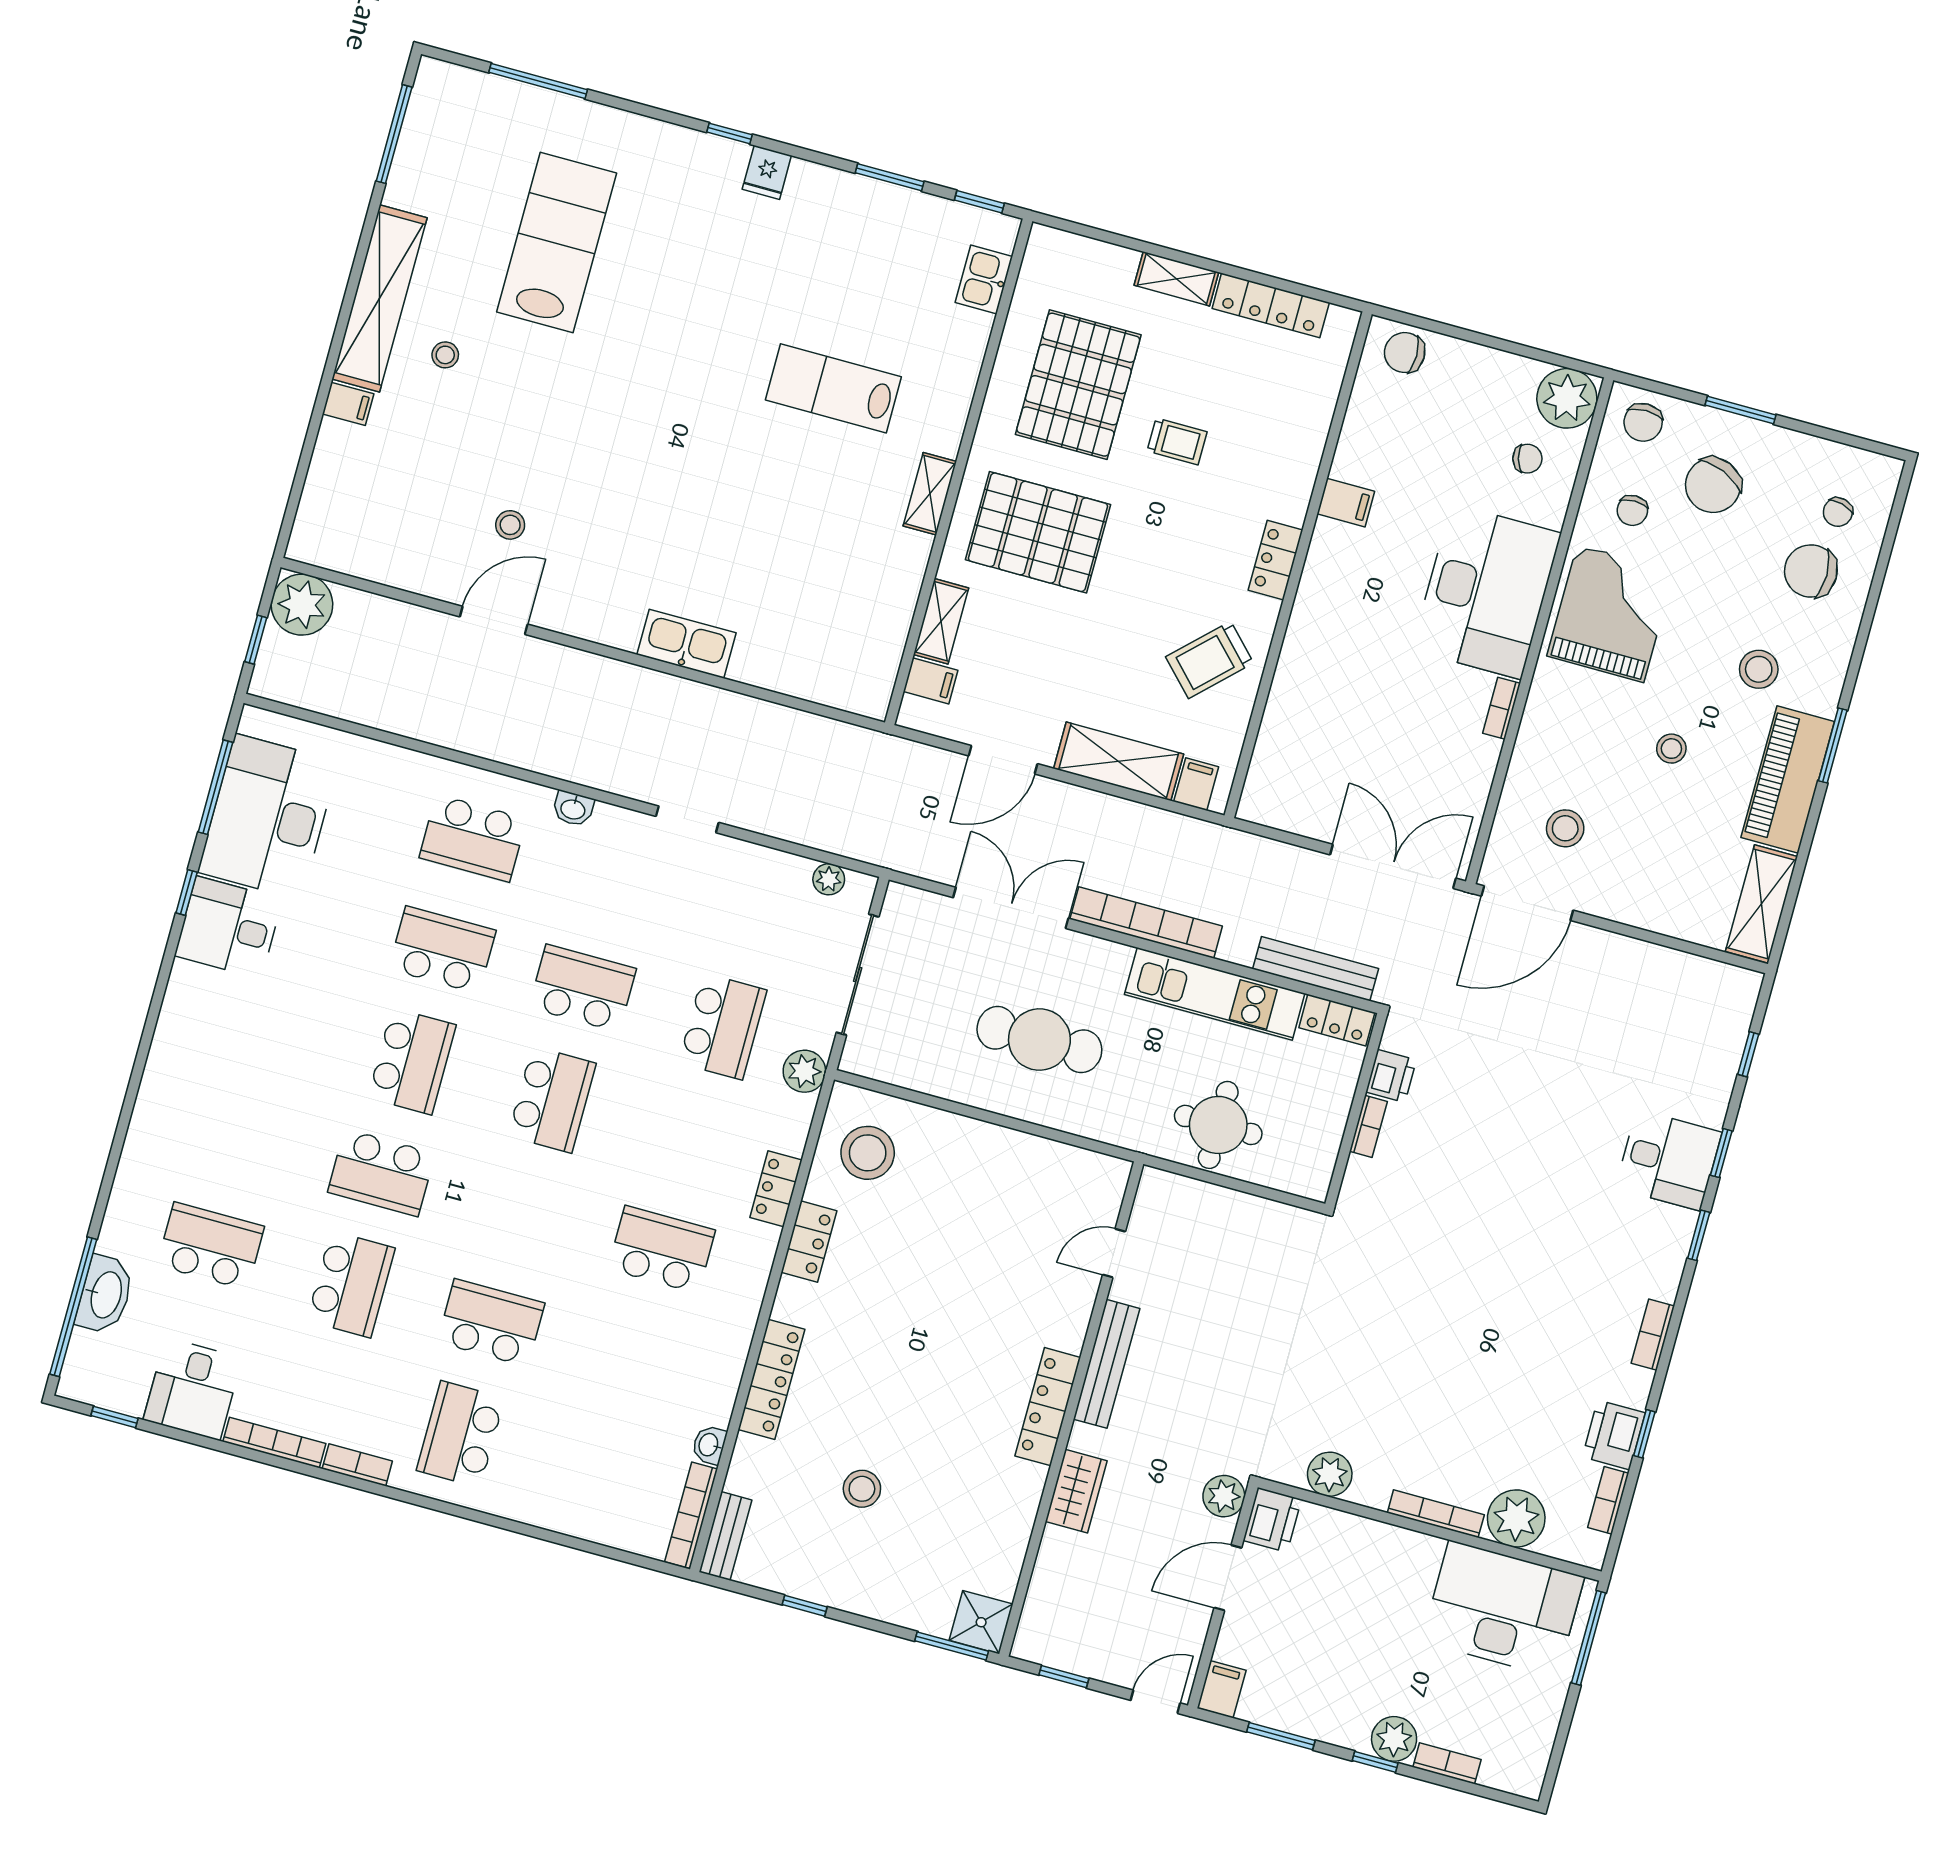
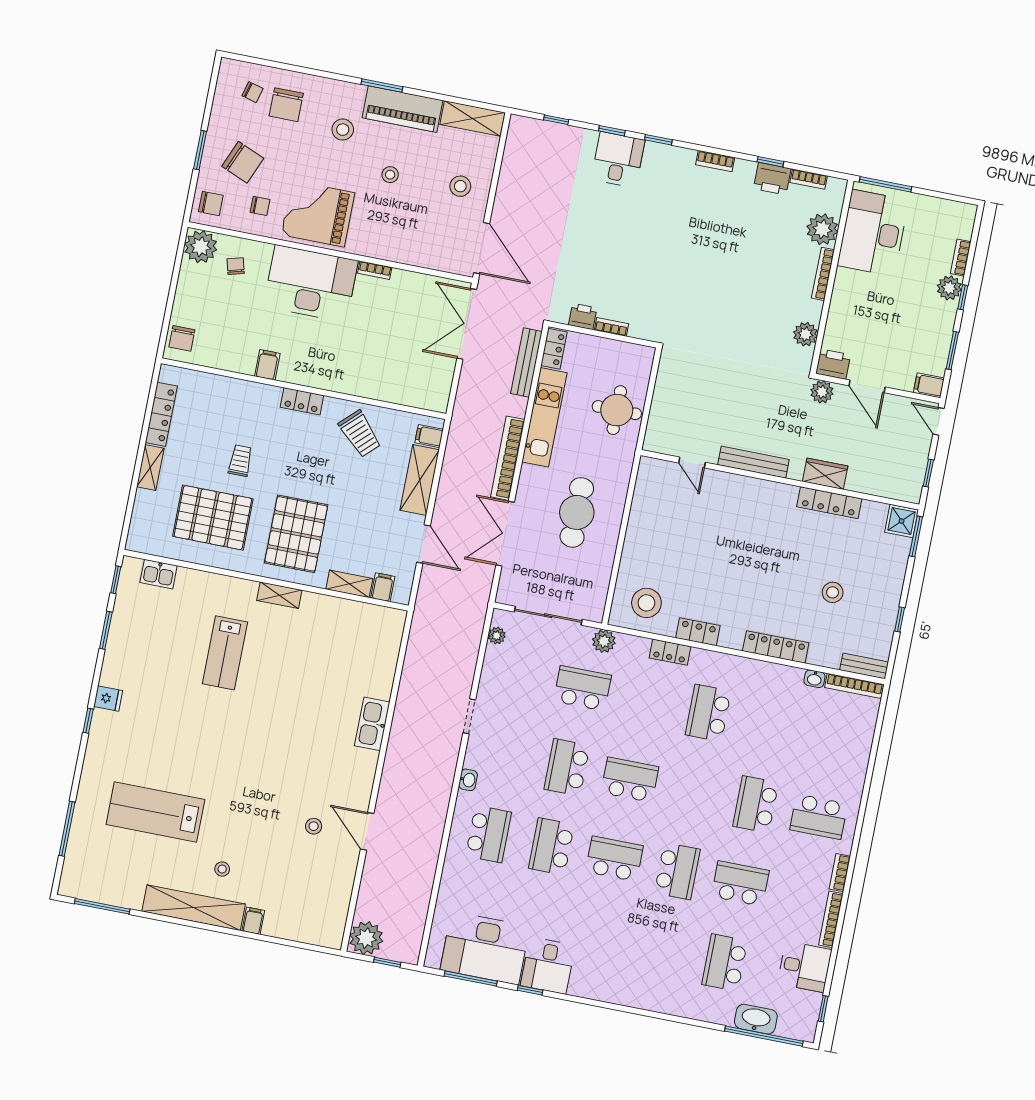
stool: (1565, 828) -> (460, 186), moved
locker: (1048, 1407) -> (829, 503), moved

